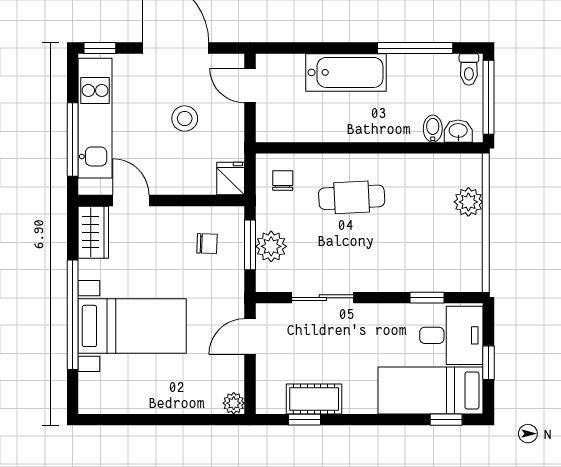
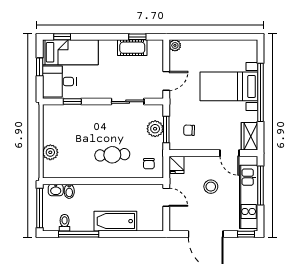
toilet: (469, 69) -> (65, 223), moved
door: (250, 86) -> (166, 197), moved
stool: (185, 119) -> (211, 187), moved

